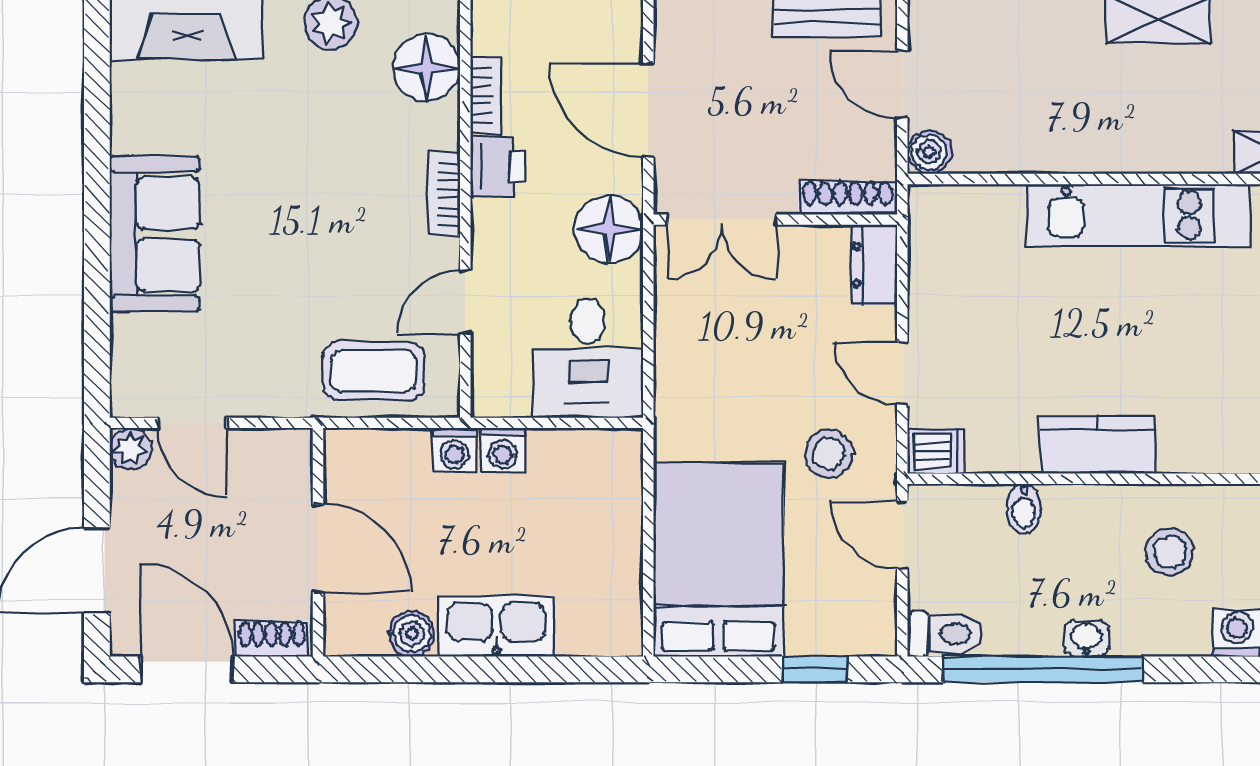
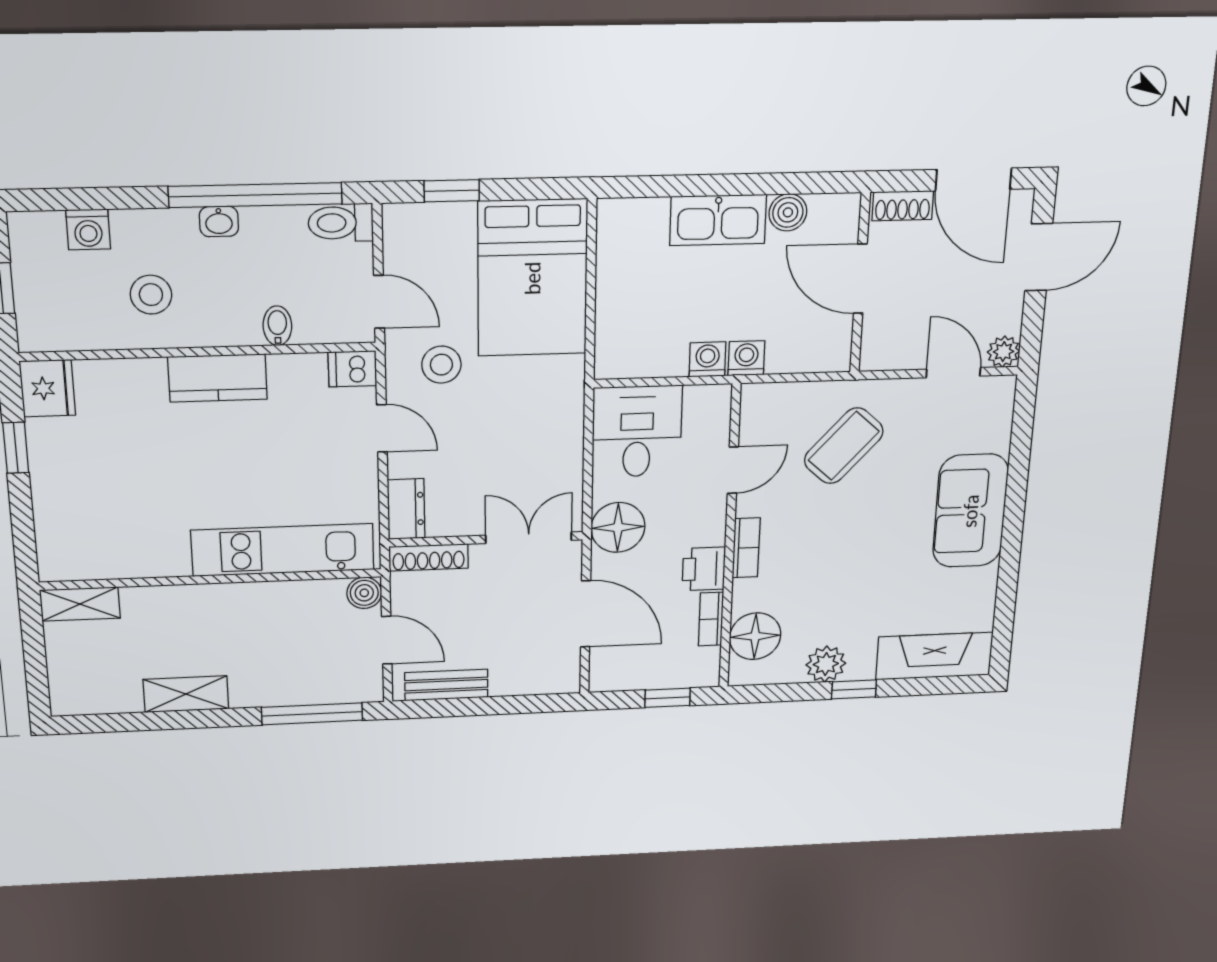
kitchen unit: (1138, 216) -> (283, 550), moved
coffee table: (374, 371) -> (844, 446), moved, turned -48

